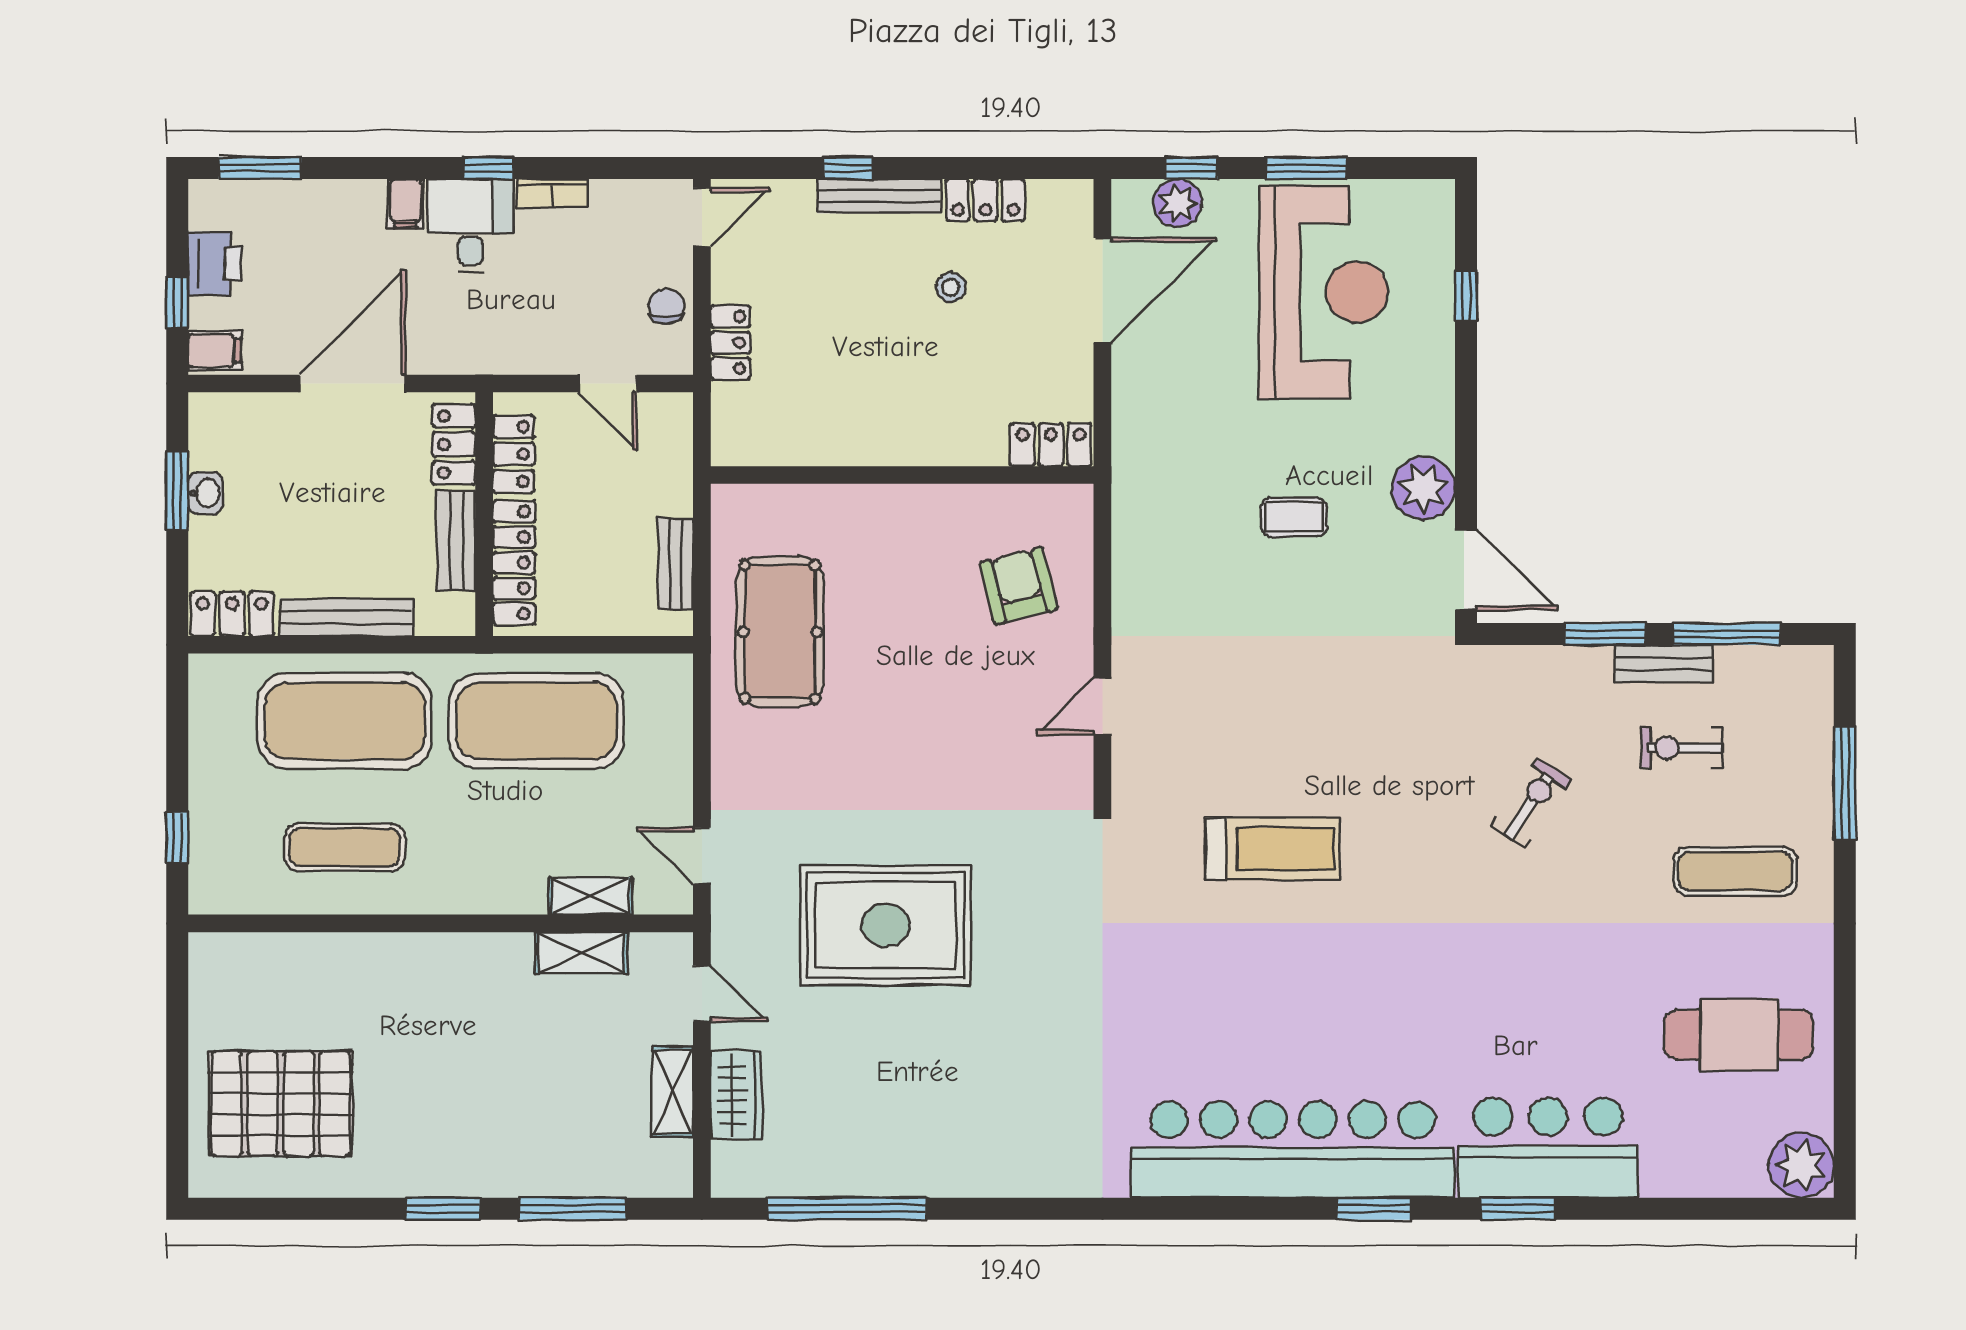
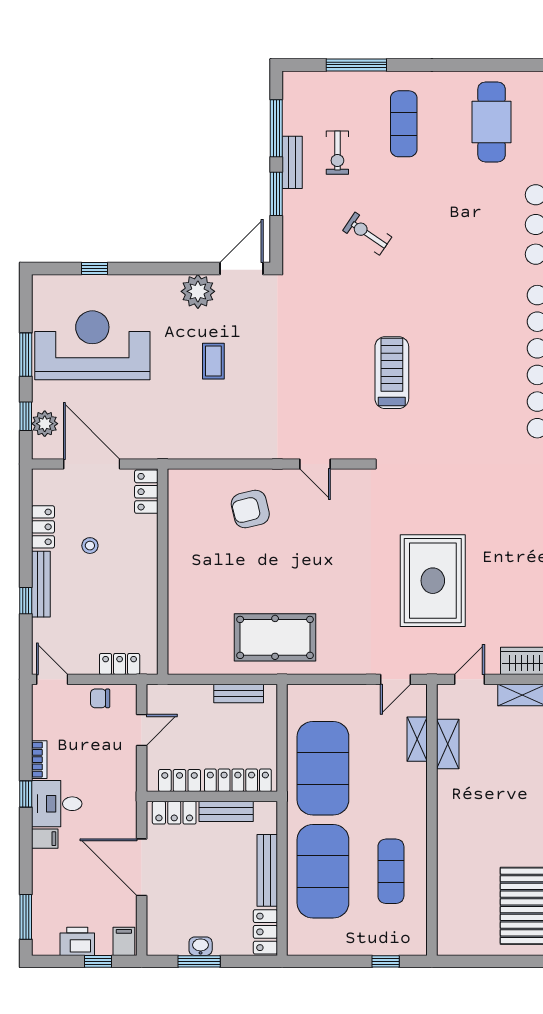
locker: (1051, 445) -> (146, 492), moved
wall: (902, 475) -> (163, 572), moved

